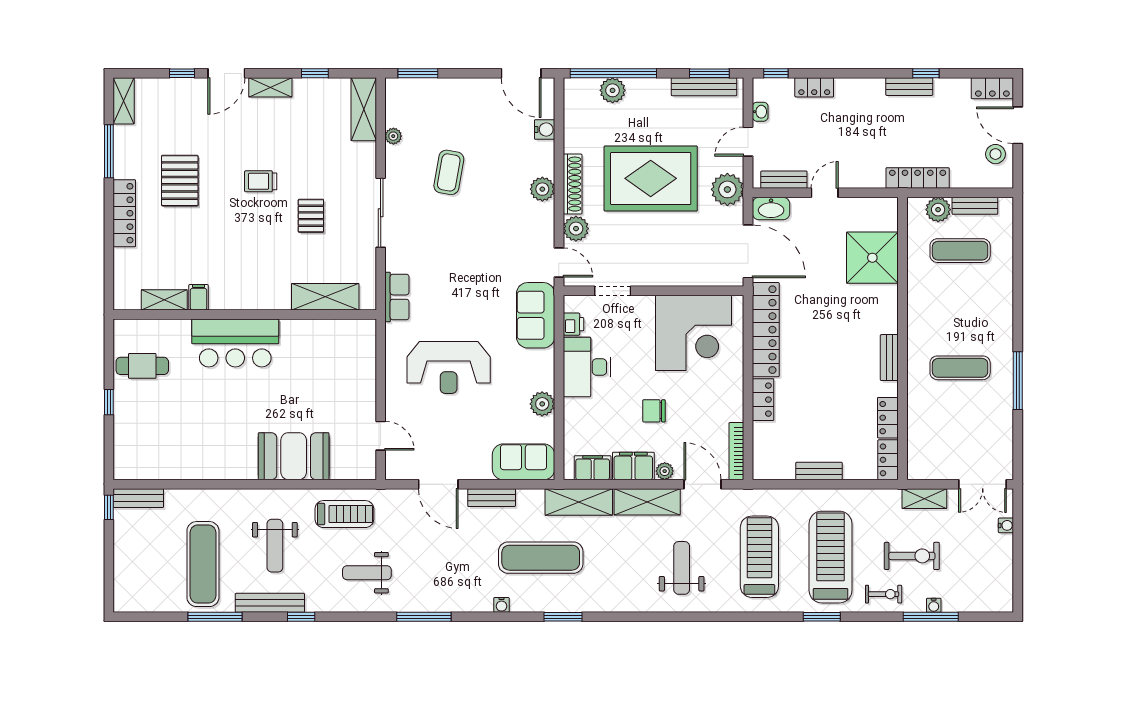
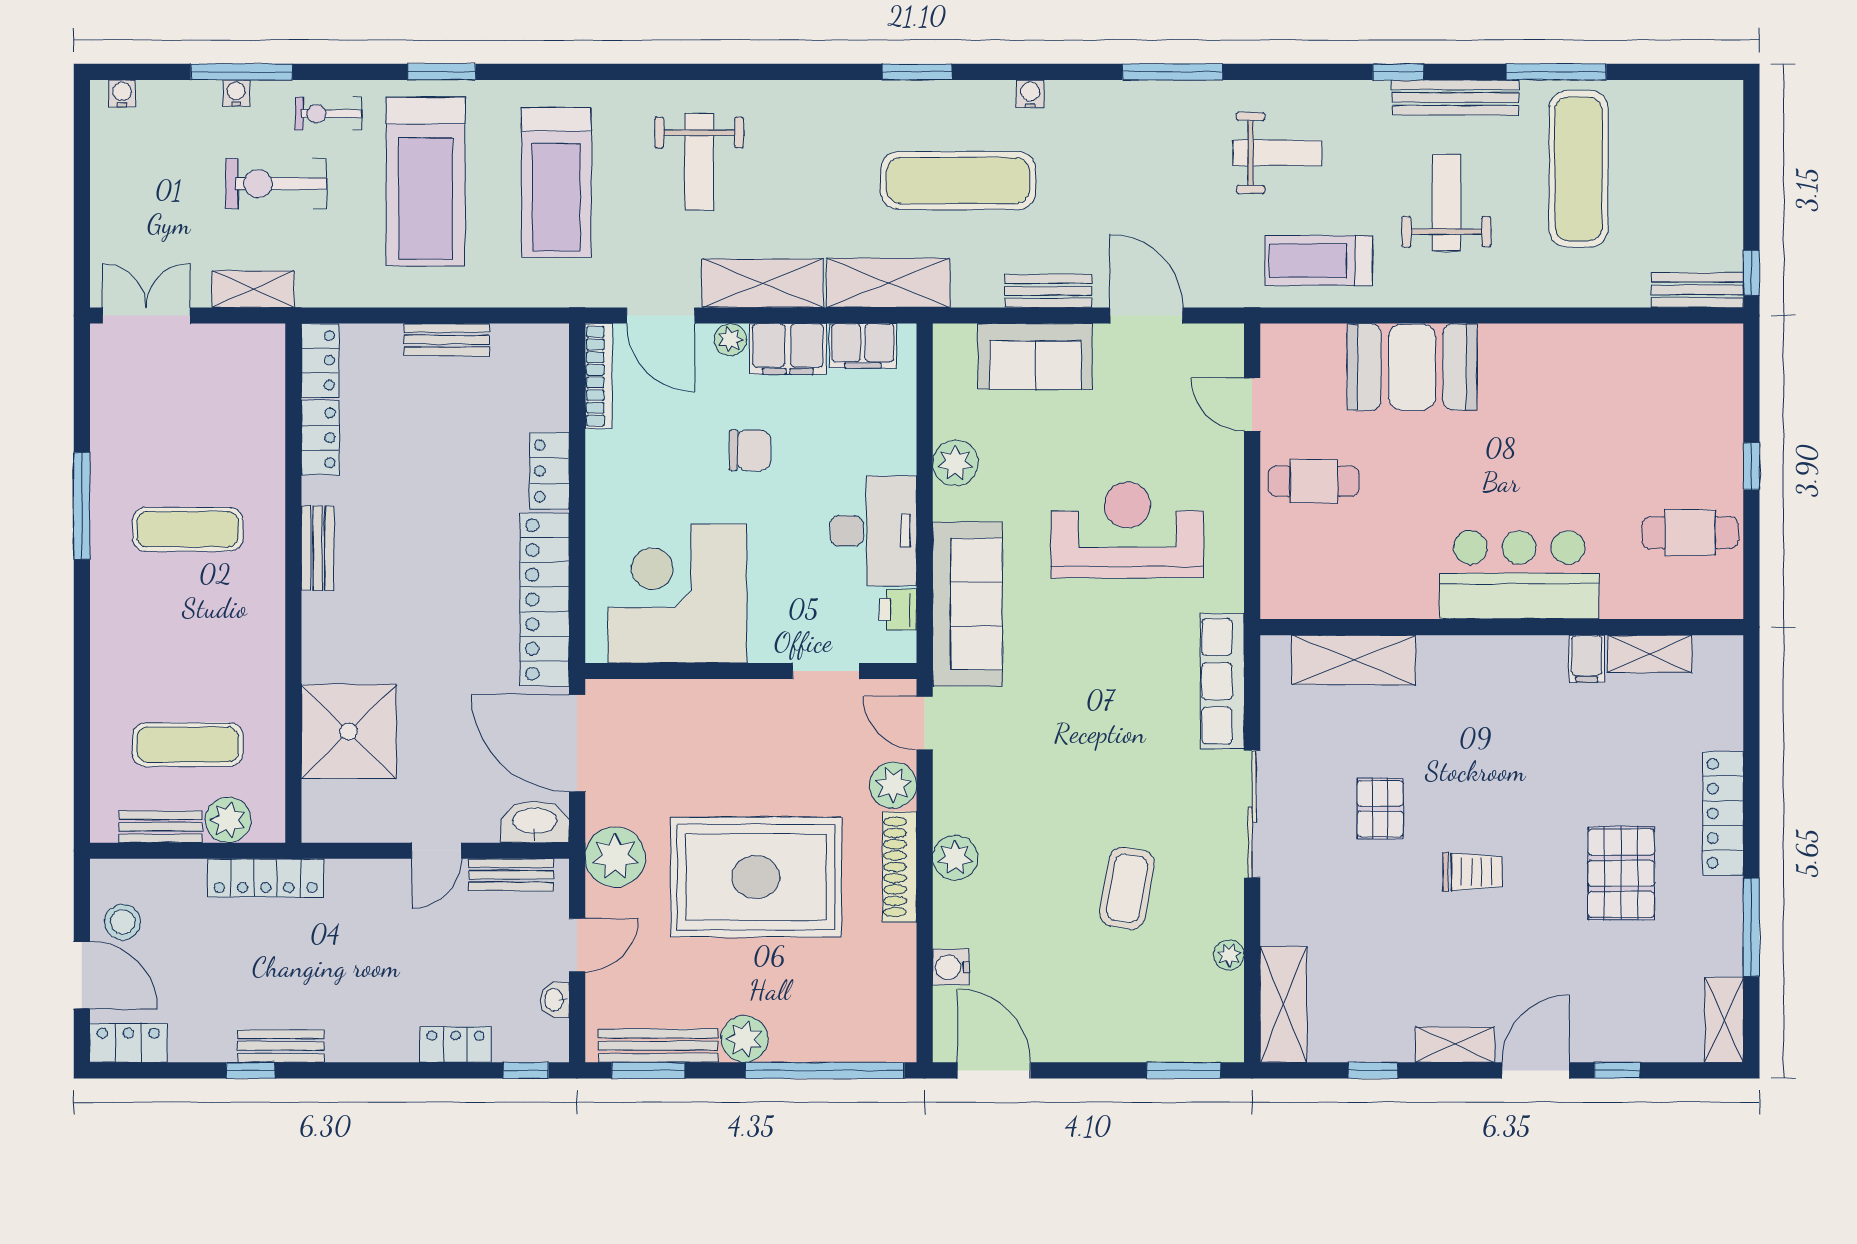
plant: (613, 90) -> (745, 1039), moved
row of seats: (397, 297) -> (1222, 681), width x1.48
sofa: (536, 315) -> (968, 604), width x1.36
cafe table: (347, 394) -> (1314, 481), added
sofa: (523, 462) -> (1035, 357), moved
water cooler: (1006, 525) -> (122, 94), moved, turned 90

